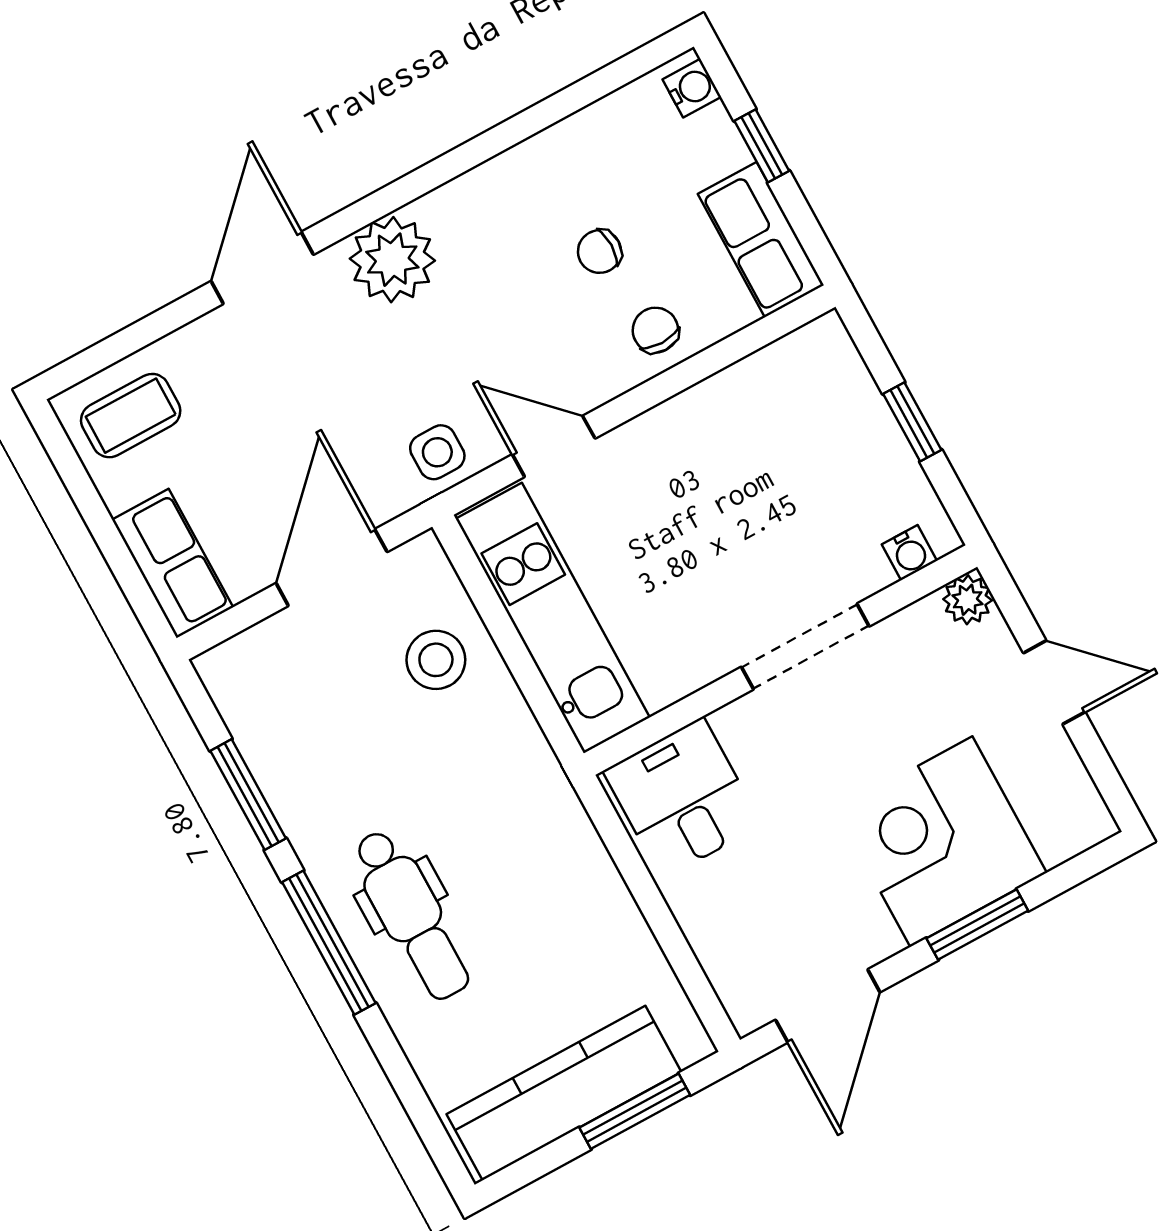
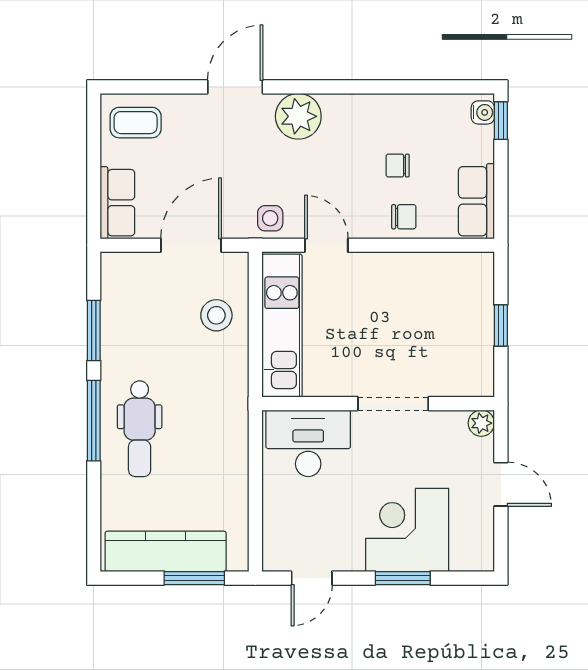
window: (762, 146) -> (501, 121), moved
chair: (655, 330) -> (404, 217), turned 90
water cooler: (909, 553) -> (466, 386), removed
desk: (682, 798) -> (308, 443), width x1.37
door: (828, 1006) -> (312, 578), width x0.73

